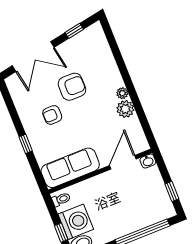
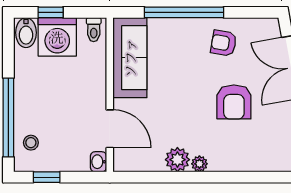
armchair: (52, 115) -> (224, 43), moved, turned -80
window: (26, 144) -> (184, 12), width x3.17
stool: (153, 211) -> (31, 143), added

